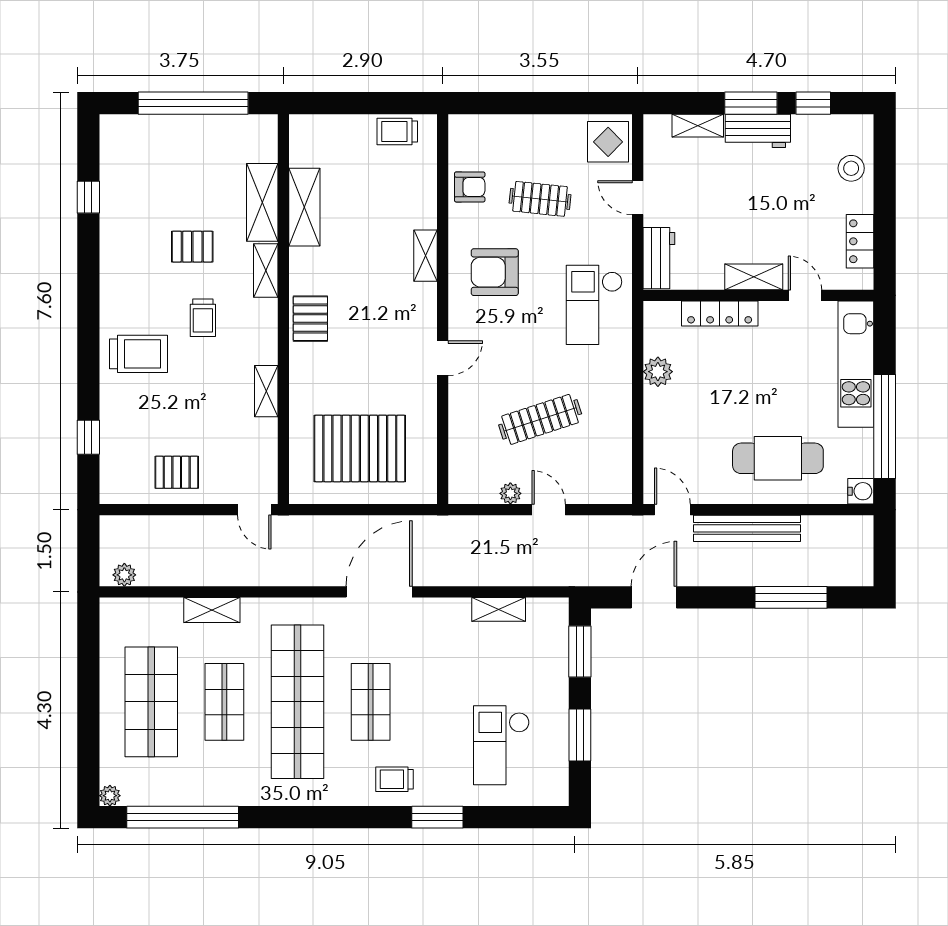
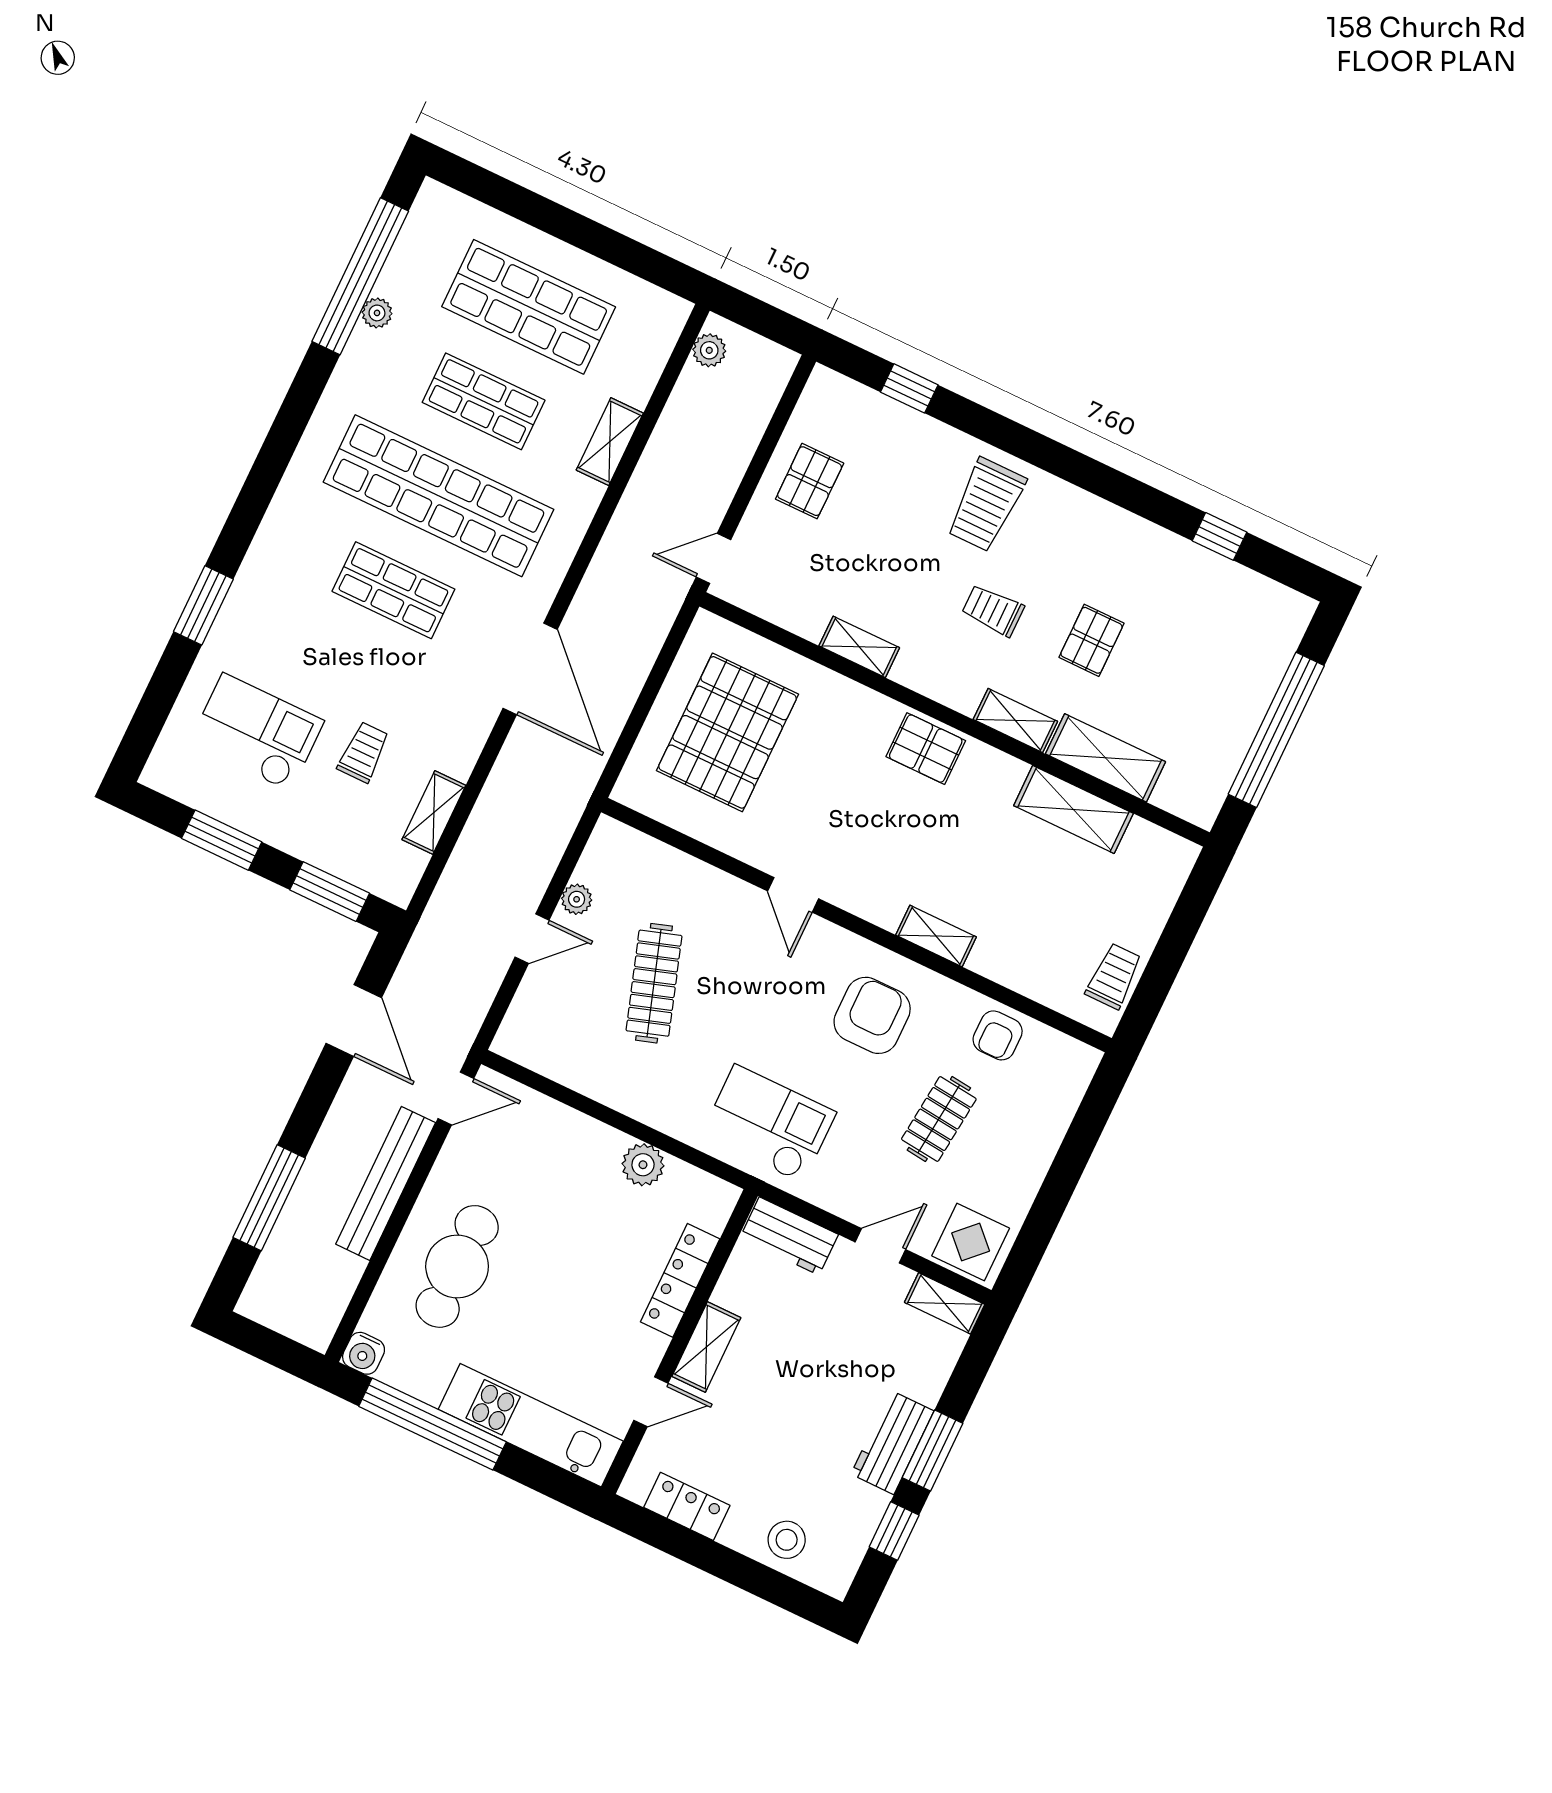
shelving: (698, 126) -> (945, 1303), moved, turned 90
trolley: (394, 779) -> (363, 752), moved
plant: (110, 796) -> (377, 313), moved

